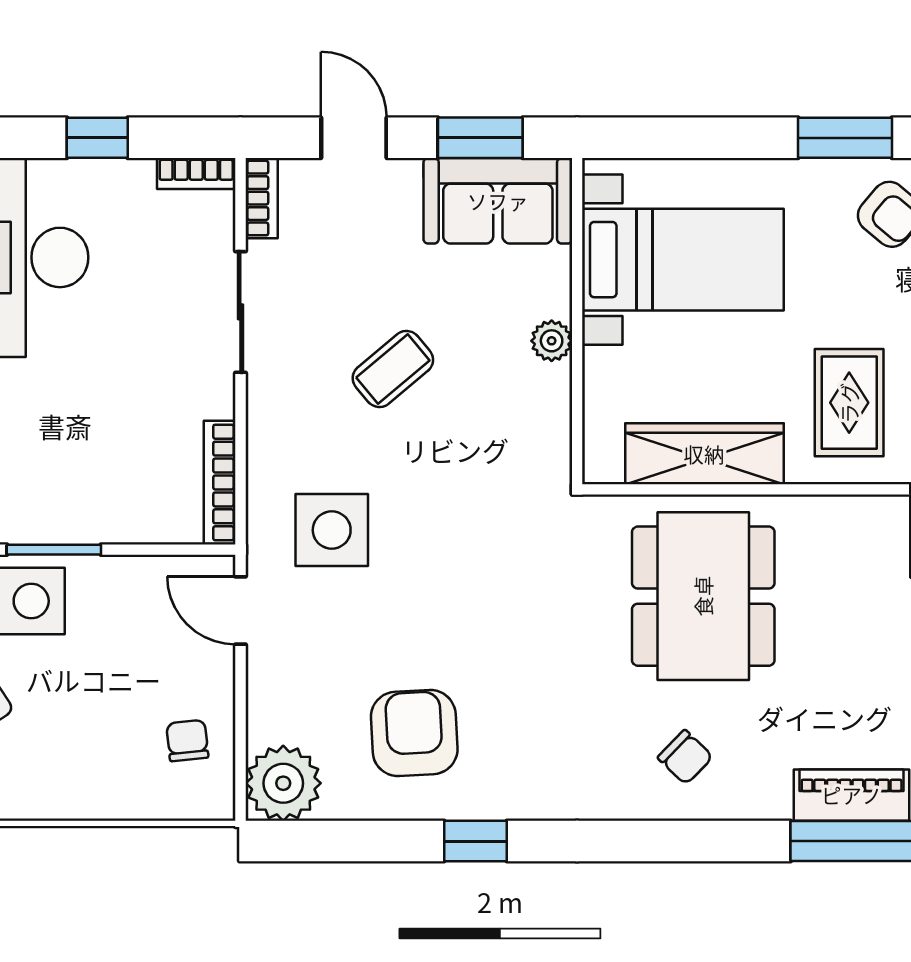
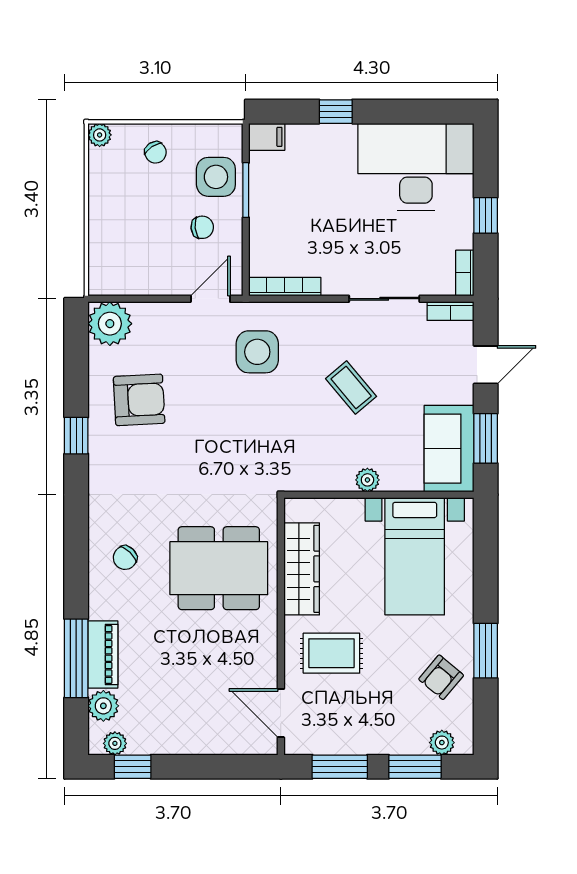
chair: (187, 741) -> (202, 227), moved

